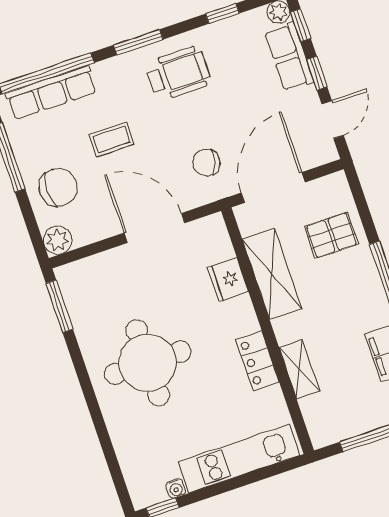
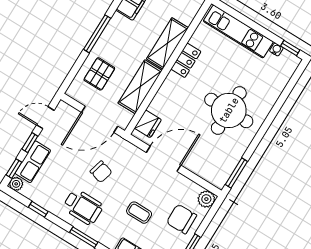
wheelchair: (178, 73) -> (83, 207), turned 180
chair: (206, 162) -> (101, 172), moved
door: (155, 228) -> (164, 159), swing flipped
pallet: (332, 235) -> (99, 74), turned 90
fridge: (228, 279) -> (148, 124), moved
shelving: (299, 369) -> (167, 43), width x1.50, depth x1.33

